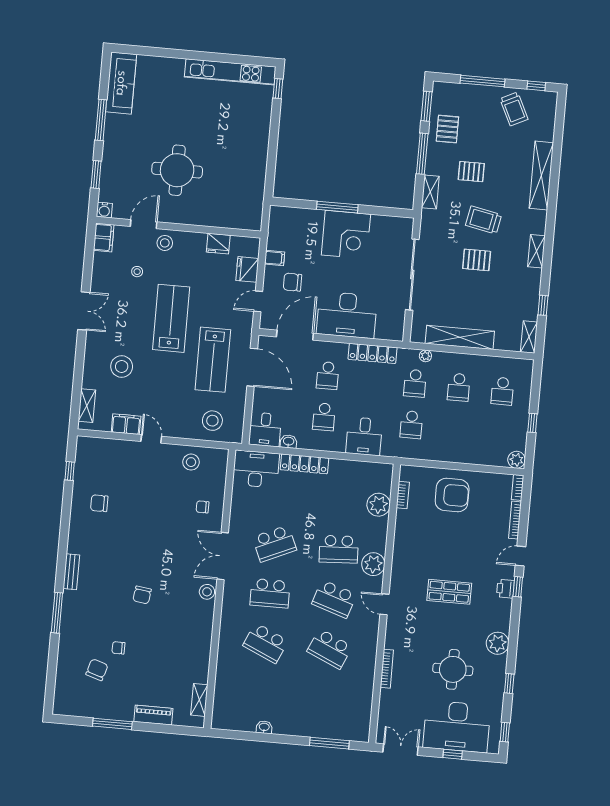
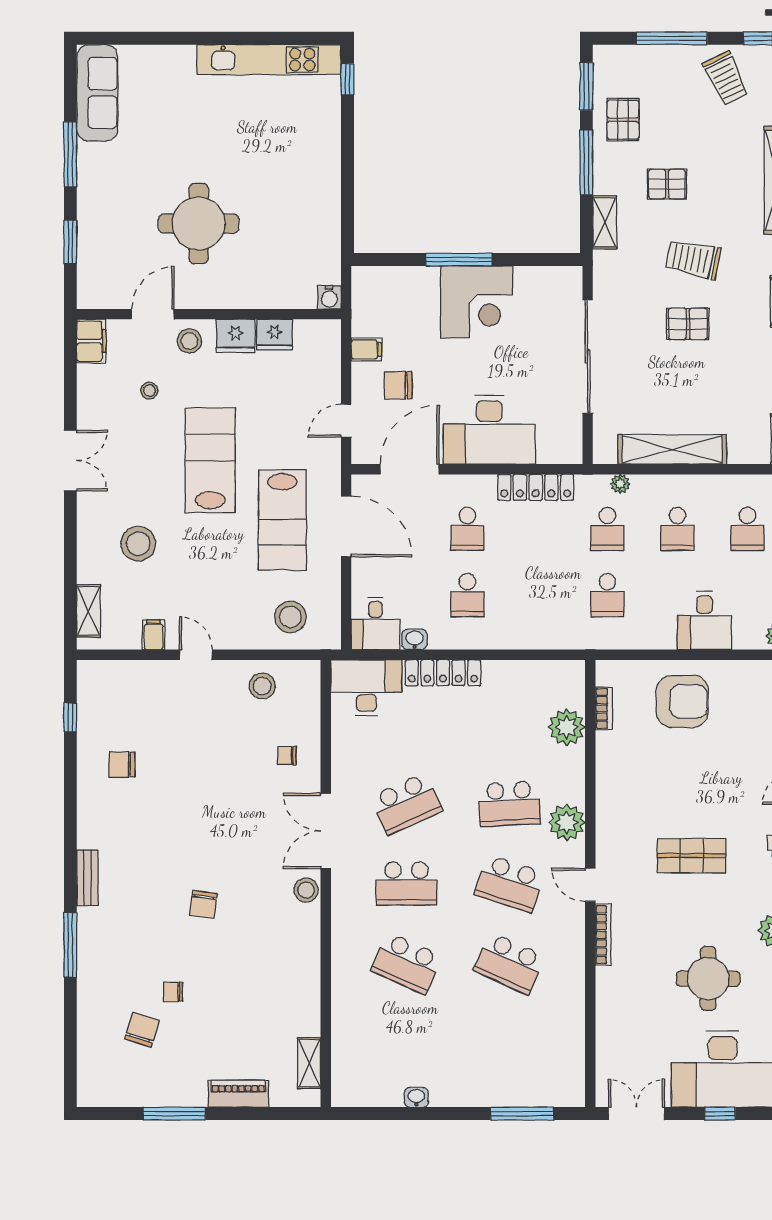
water cooler: (104, 210) -> (329, 297), moved
fridge: (247, 269) -> (236, 336), moved, turned -90
filing cabinet: (126, 424) -> (154, 635), width x0.50
desk: (364, 436) -> (705, 620), moved
bookcase: (387, 669) -> (603, 935), moved

